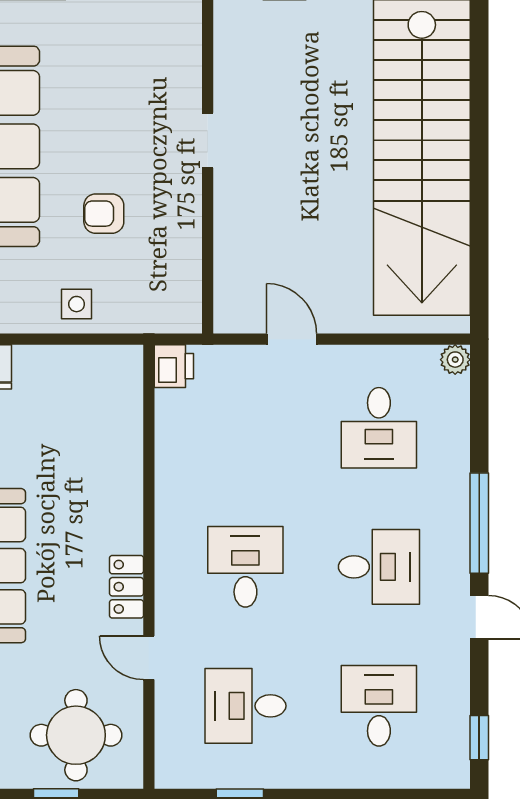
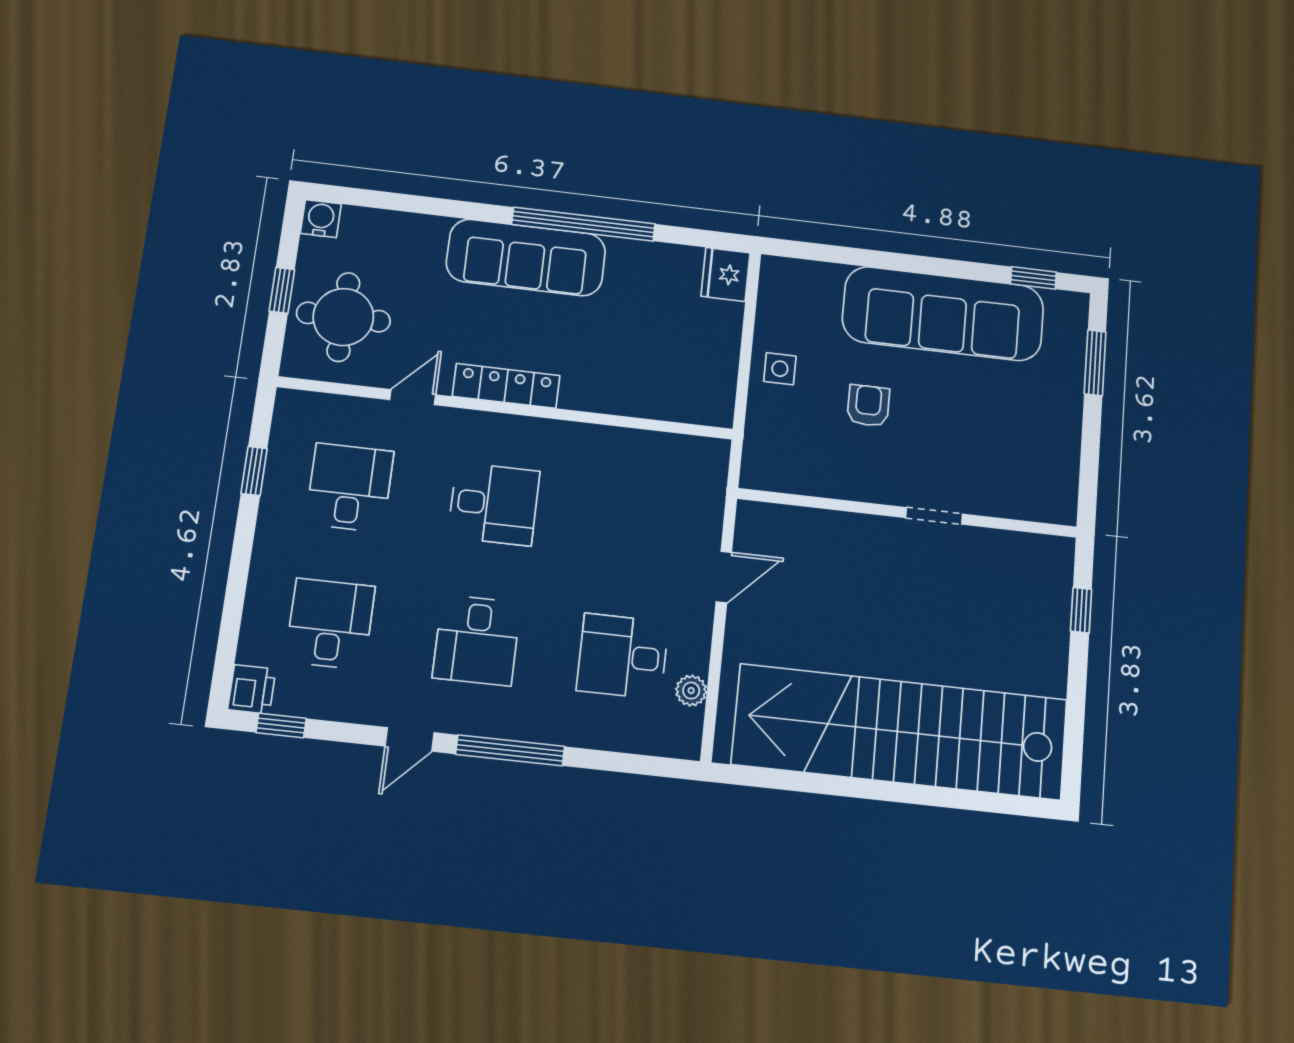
plant: (455, 360) -> (691, 691), moved
printer: (174, 366) -> (252, 689), moved, turned -90
locker: (126, 587) -> (506, 386), width x1.53
desk: (379, 706) -> (330, 624), turned -90

